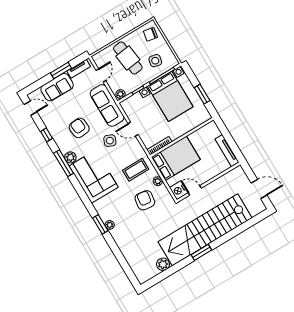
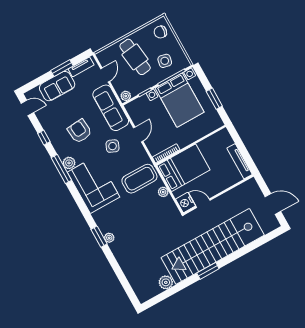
door: (133, 129) -> (138, 134), swing flipped
coffee table: (136, 170) -> (139, 179), width x1.36, depth x1.32
armchair: (145, 200) -> (148, 212), removed

